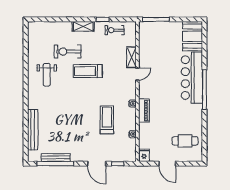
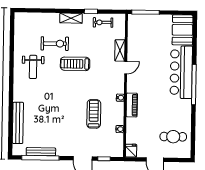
exercise bike: (68, 52) -> (55, 44), turned 180

